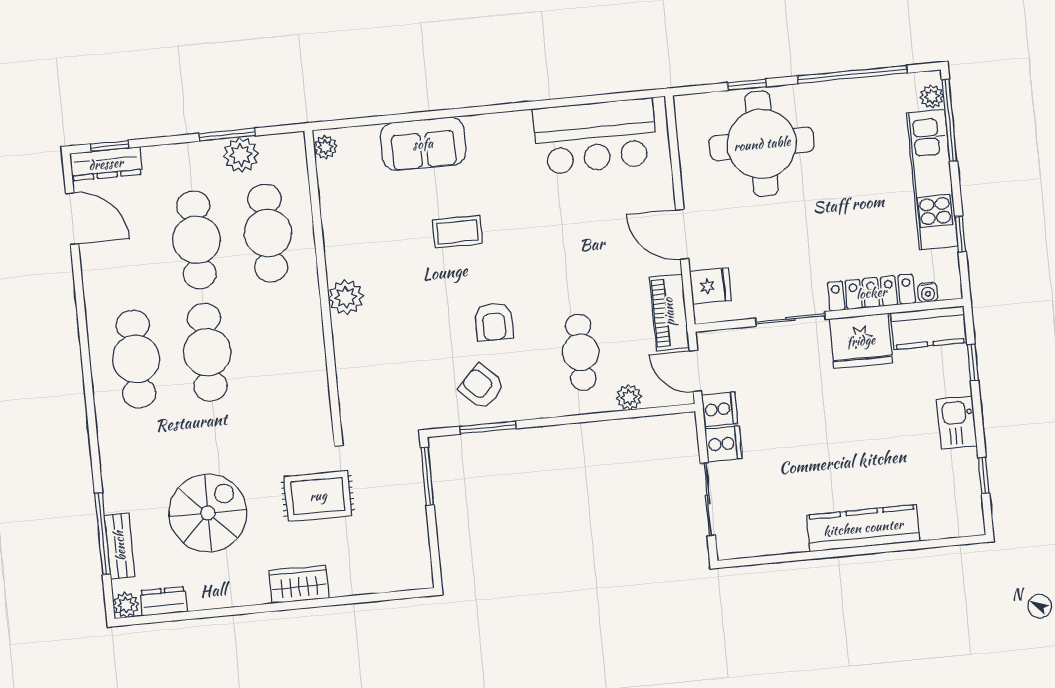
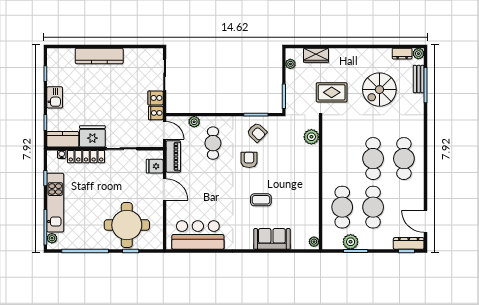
plant: (346, 297) -> (311, 137), moved
plant: (419, 553) -> (290, 64), added
wardrobe: (299, 584) -> (316, 55), moved

